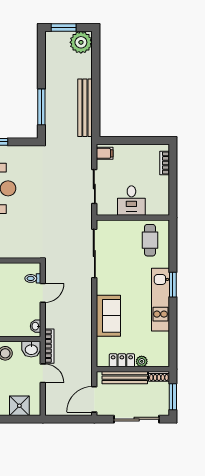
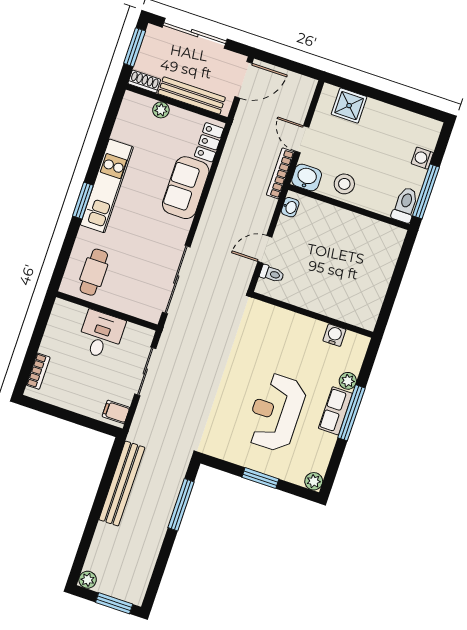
plant: (81, 42) -> (88, 580), width x0.53, depth x0.53
locker: (122, 360) -> (209, 142), moved, turned 90

